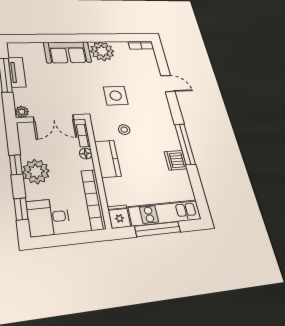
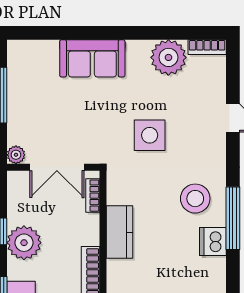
plant: (102, 51) -> (168, 57), moved
tv unit: (17, 72) -> (16, 91), removed
stool: (124, 130) -> (195, 199), moved, width x1.89, depth x1.89
floor lamp: (86, 154) -> (91, 222), removed

